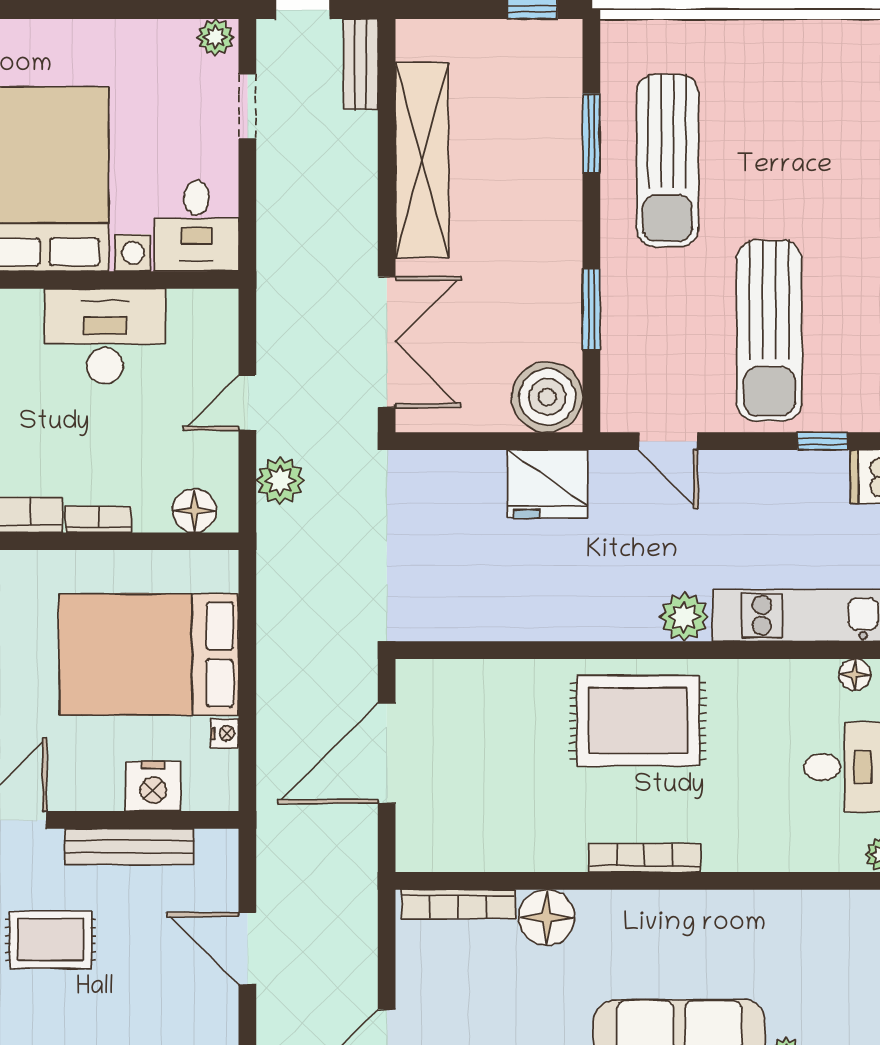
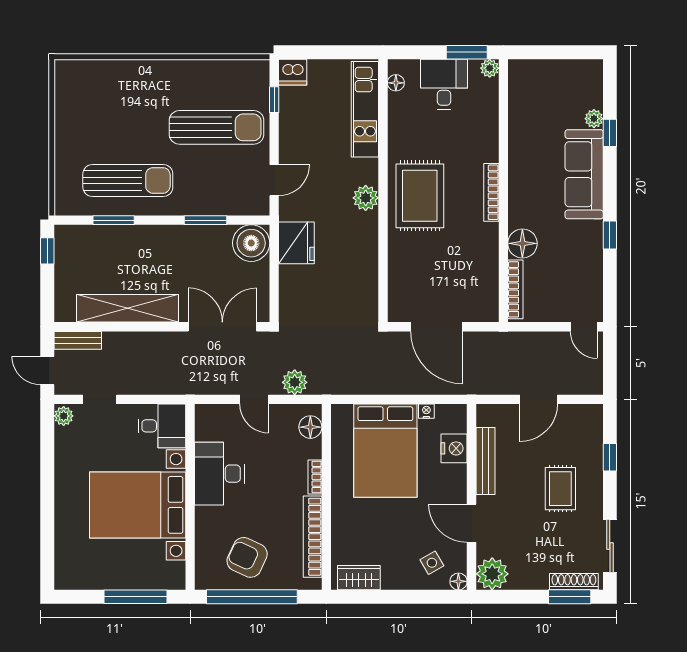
plant: (684, 617) -> (366, 198), moved
rug: (51, 940) -> (560, 489), moved

